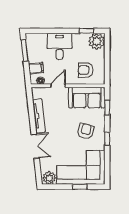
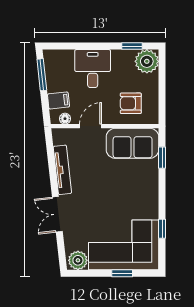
armchair: (86, 131) -> (131, 192), removed
window: (107, 139) -> (162, 229), moved
double door: (35, 146) -> (57, 214), swing flipped

